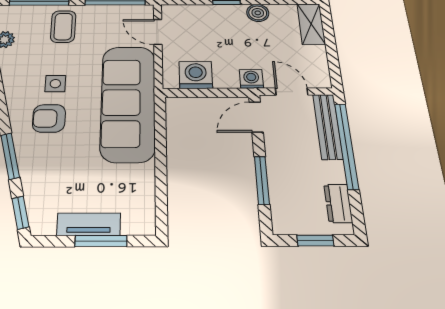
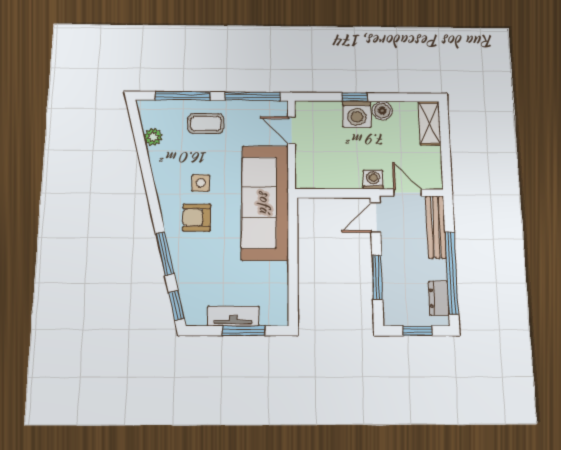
coffee table: (63, 27) -> (206, 123), turned 90
washing machine: (196, 75) -> (357, 114), moved, turned 180
window: (346, 146) -> (452, 273), moved

